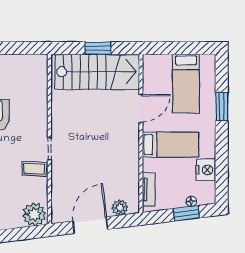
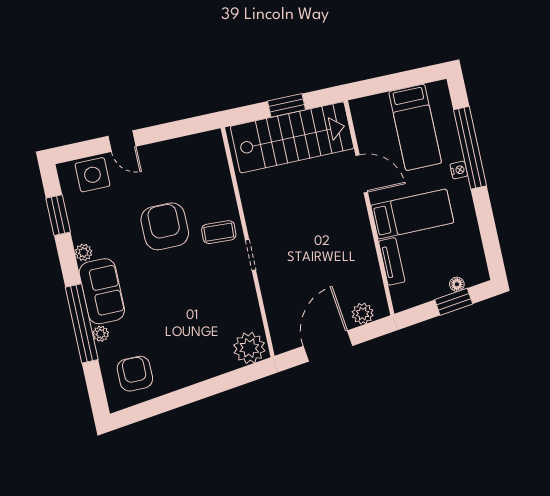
window: (222, 107) -> (470, 148), width x2.11
door: (141, 108) -> (362, 174), hinge flipped
coffee table: (34, 169) -> (219, 232), moved
nightstand: (206, 170) -> (459, 170), moved, width x0.53, depth x0.56
tv unit: (149, 190) -> (392, 261), moved

